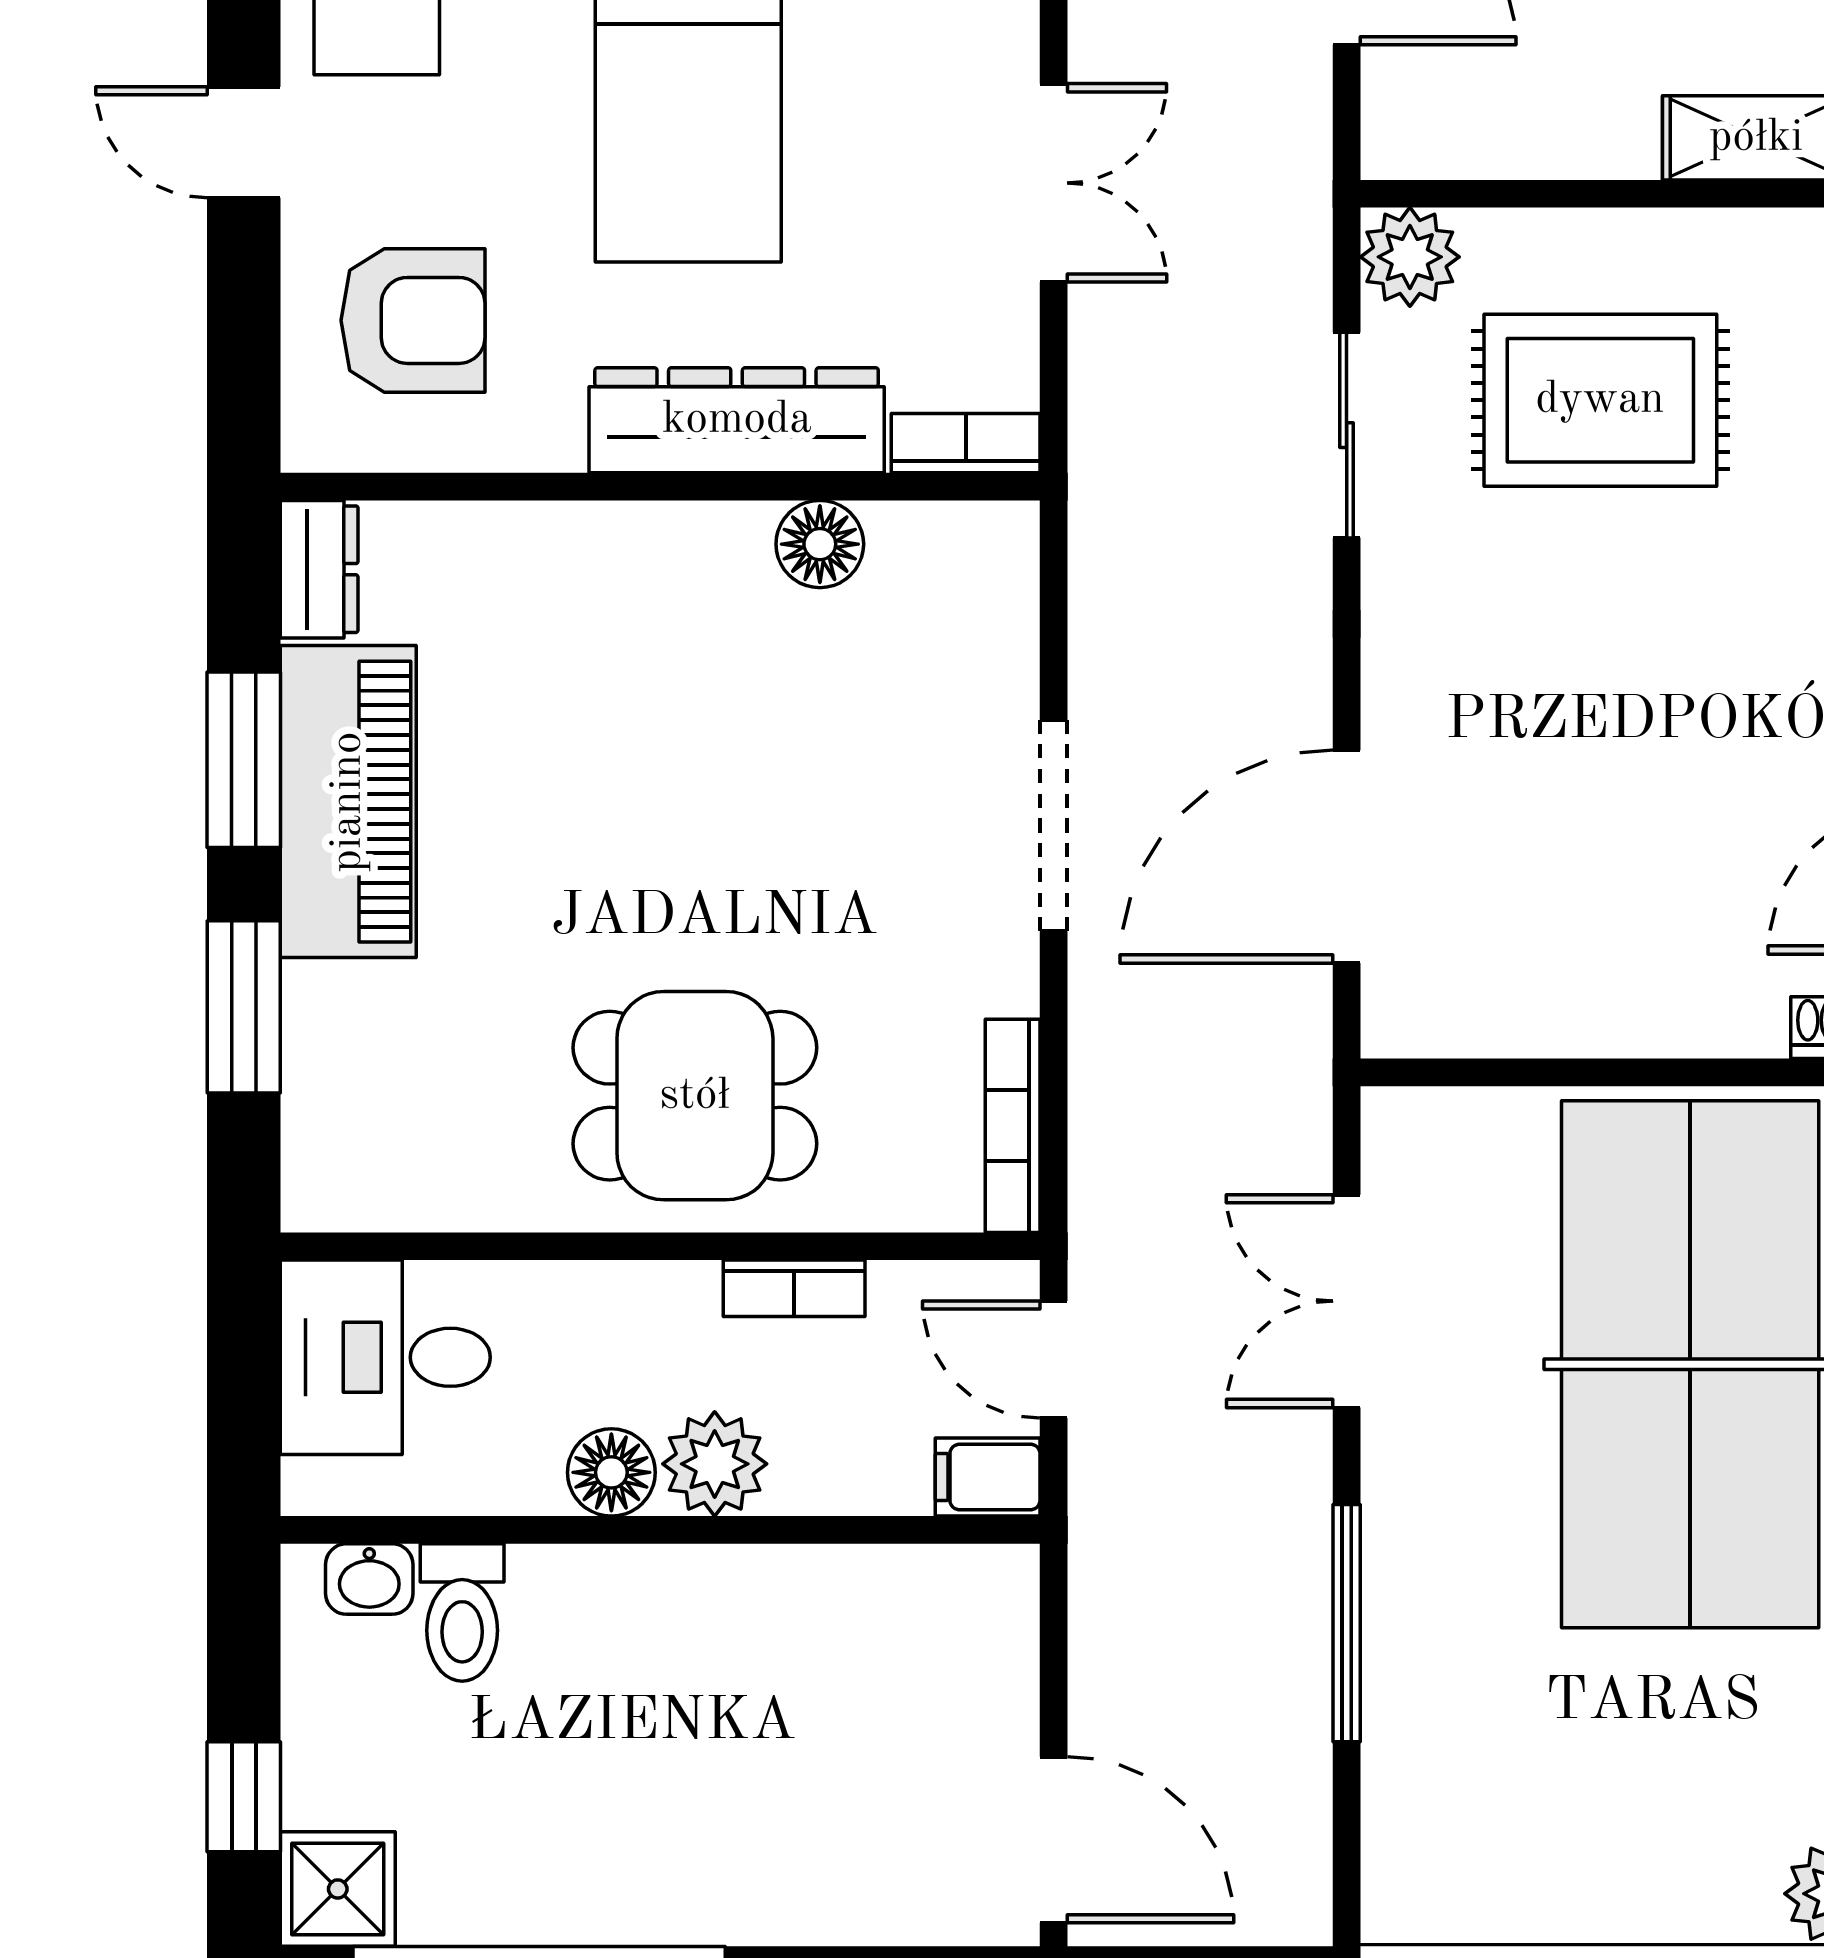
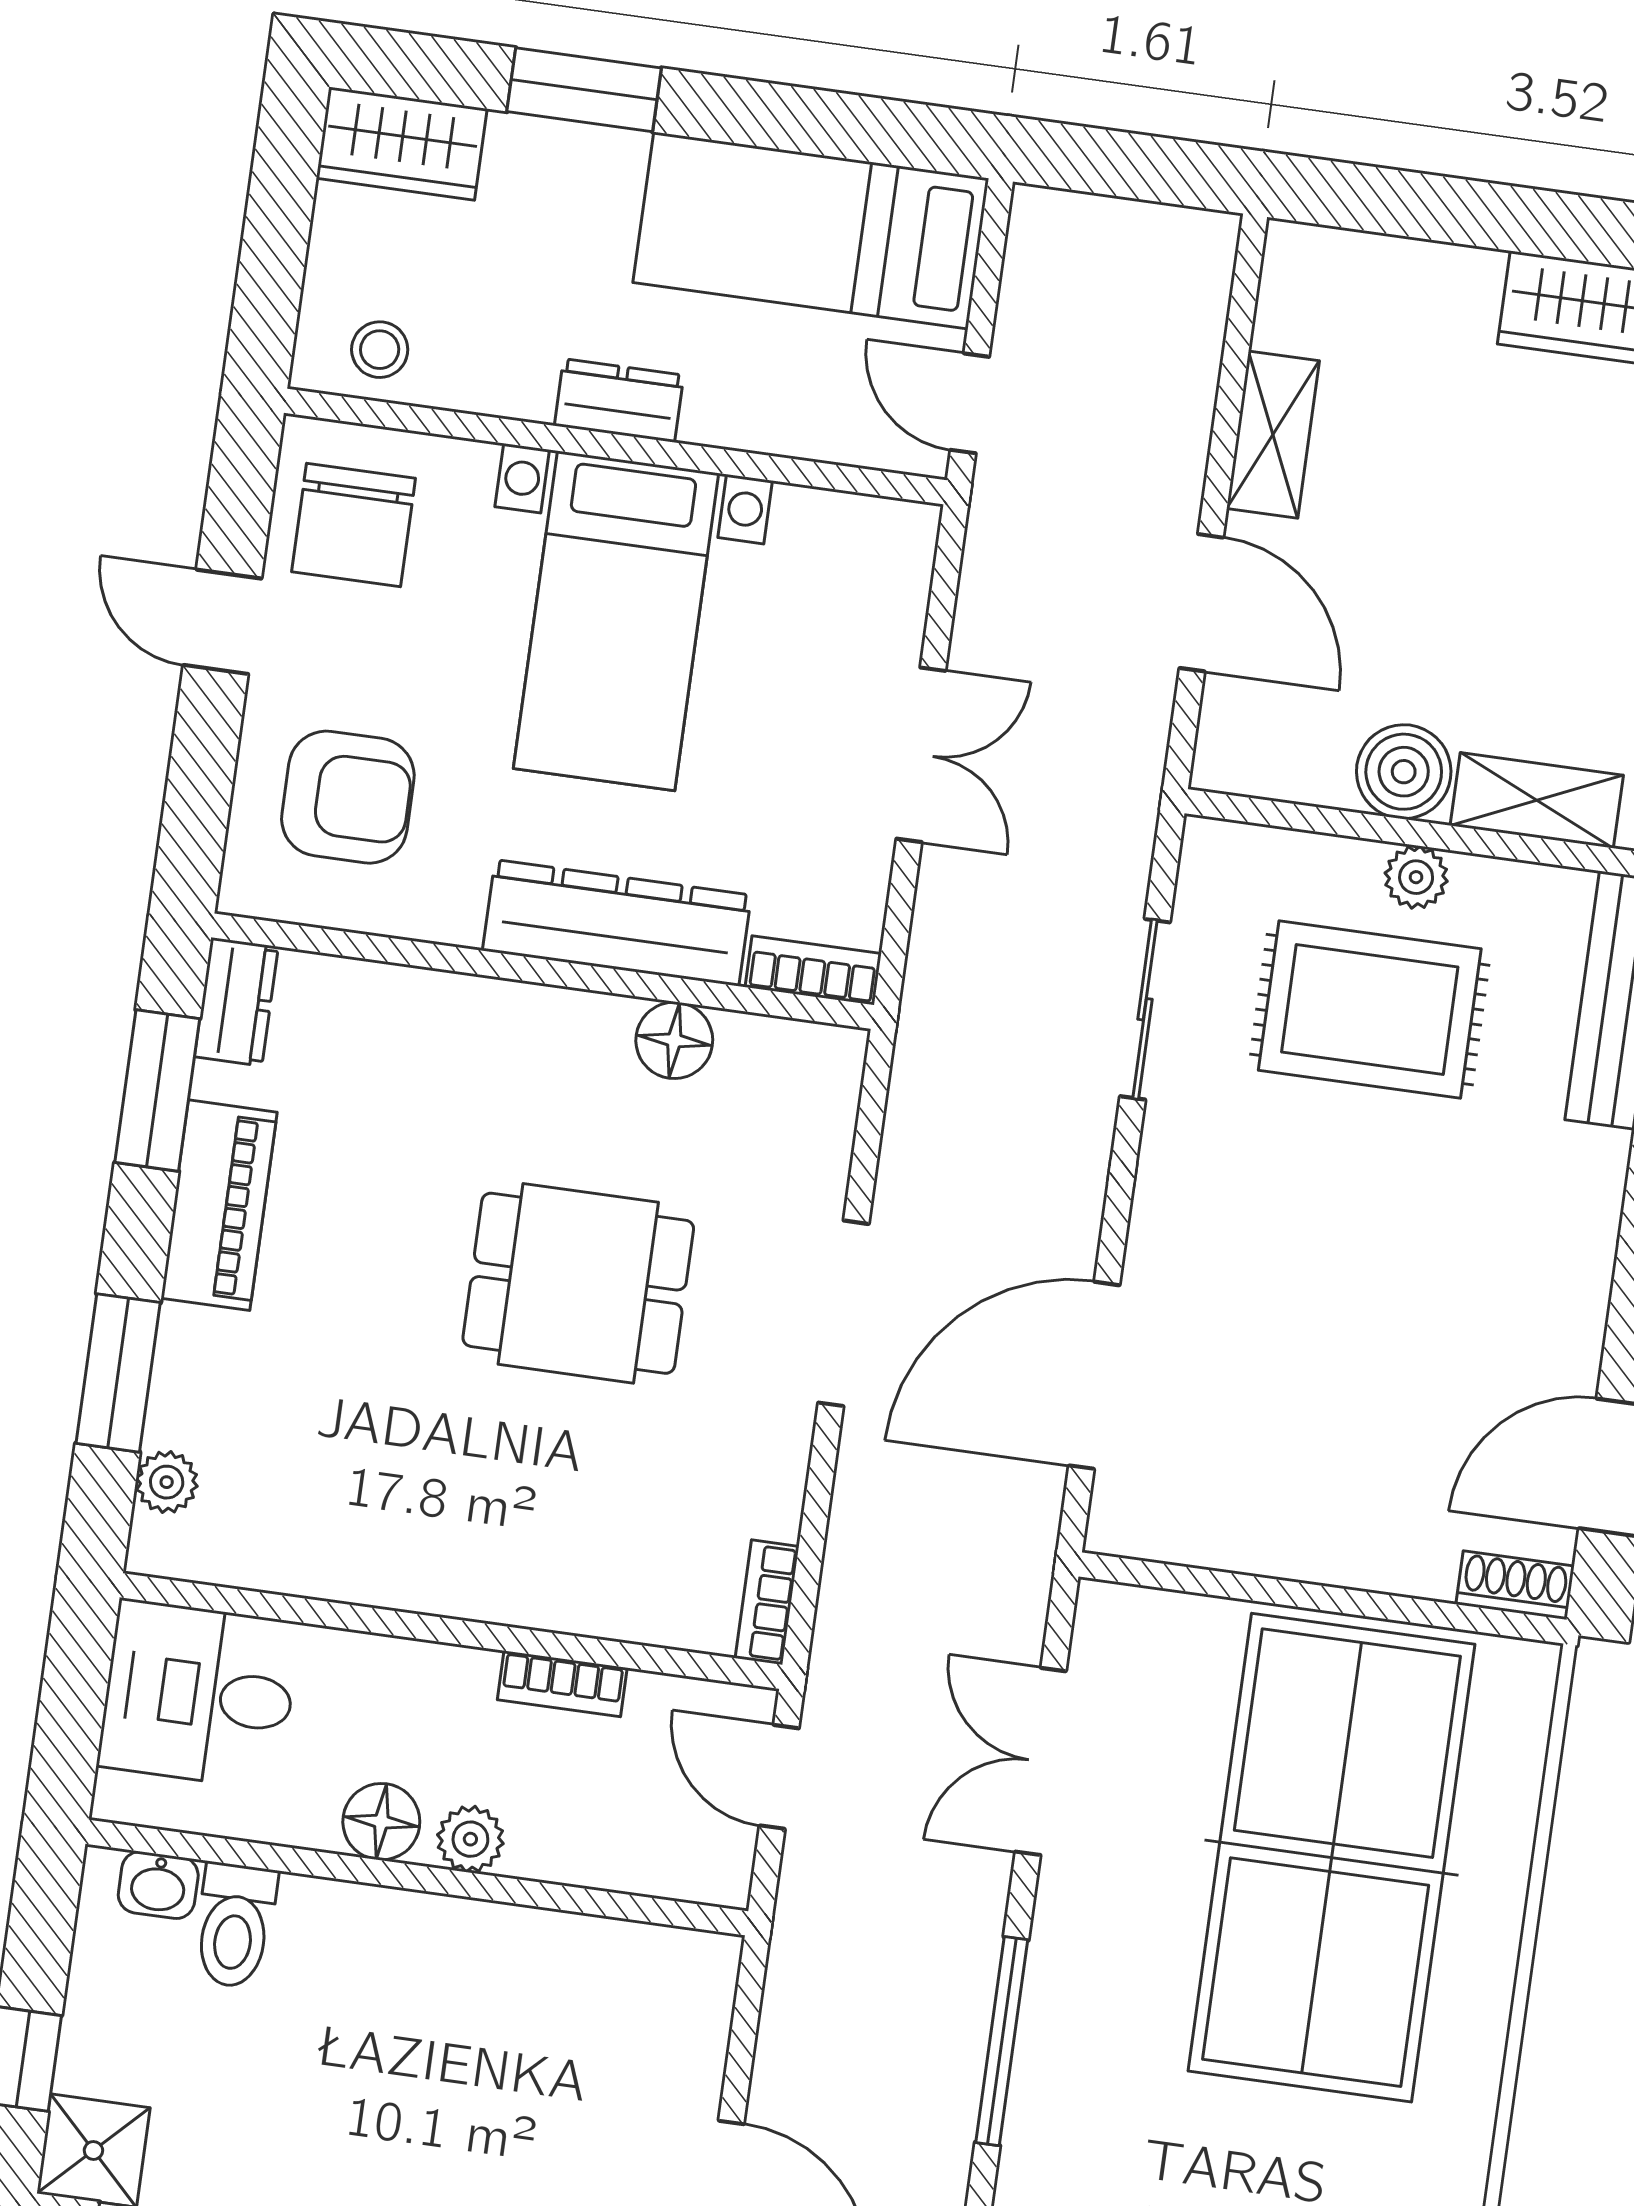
boiler: (1602, 126) -> (1404, 772), added
plant: (1410, 257) -> (1416, 877), moved, width x0.73, depth x0.73
window: (244, 760) -> (157, 1090), moved
piano: (348, 802) -> (219, 1205), width x0.73, depth x0.75
dining table: (695, 1096) -> (578, 1283), moved
plant: (316, 1123) -> (167, 1482), added
bookcase: (1013, 1126) -> (767, 1602), width x0.64
plant: (715, 1464) -> (470, 1839), width x0.73, depth x0.73
filing cabinet: (988, 1477) -> (708, 1871), removed

